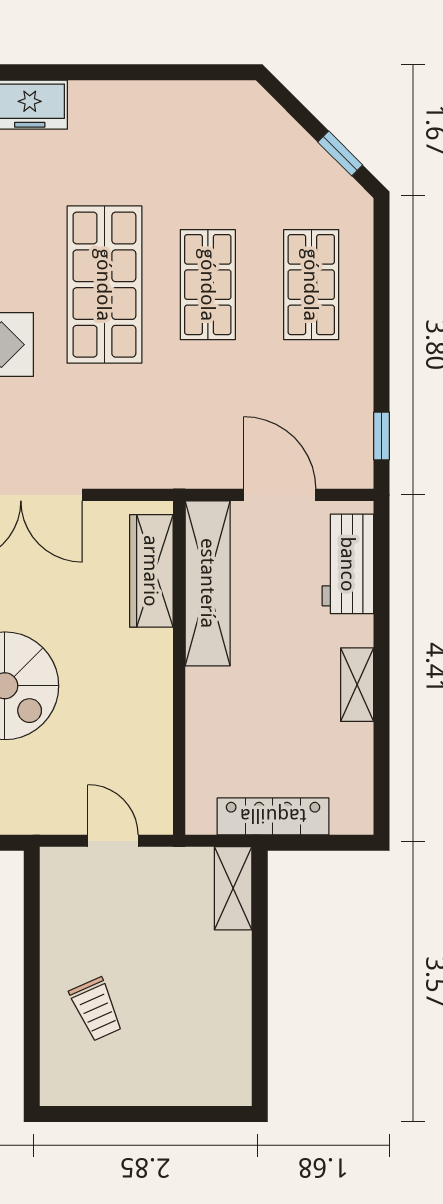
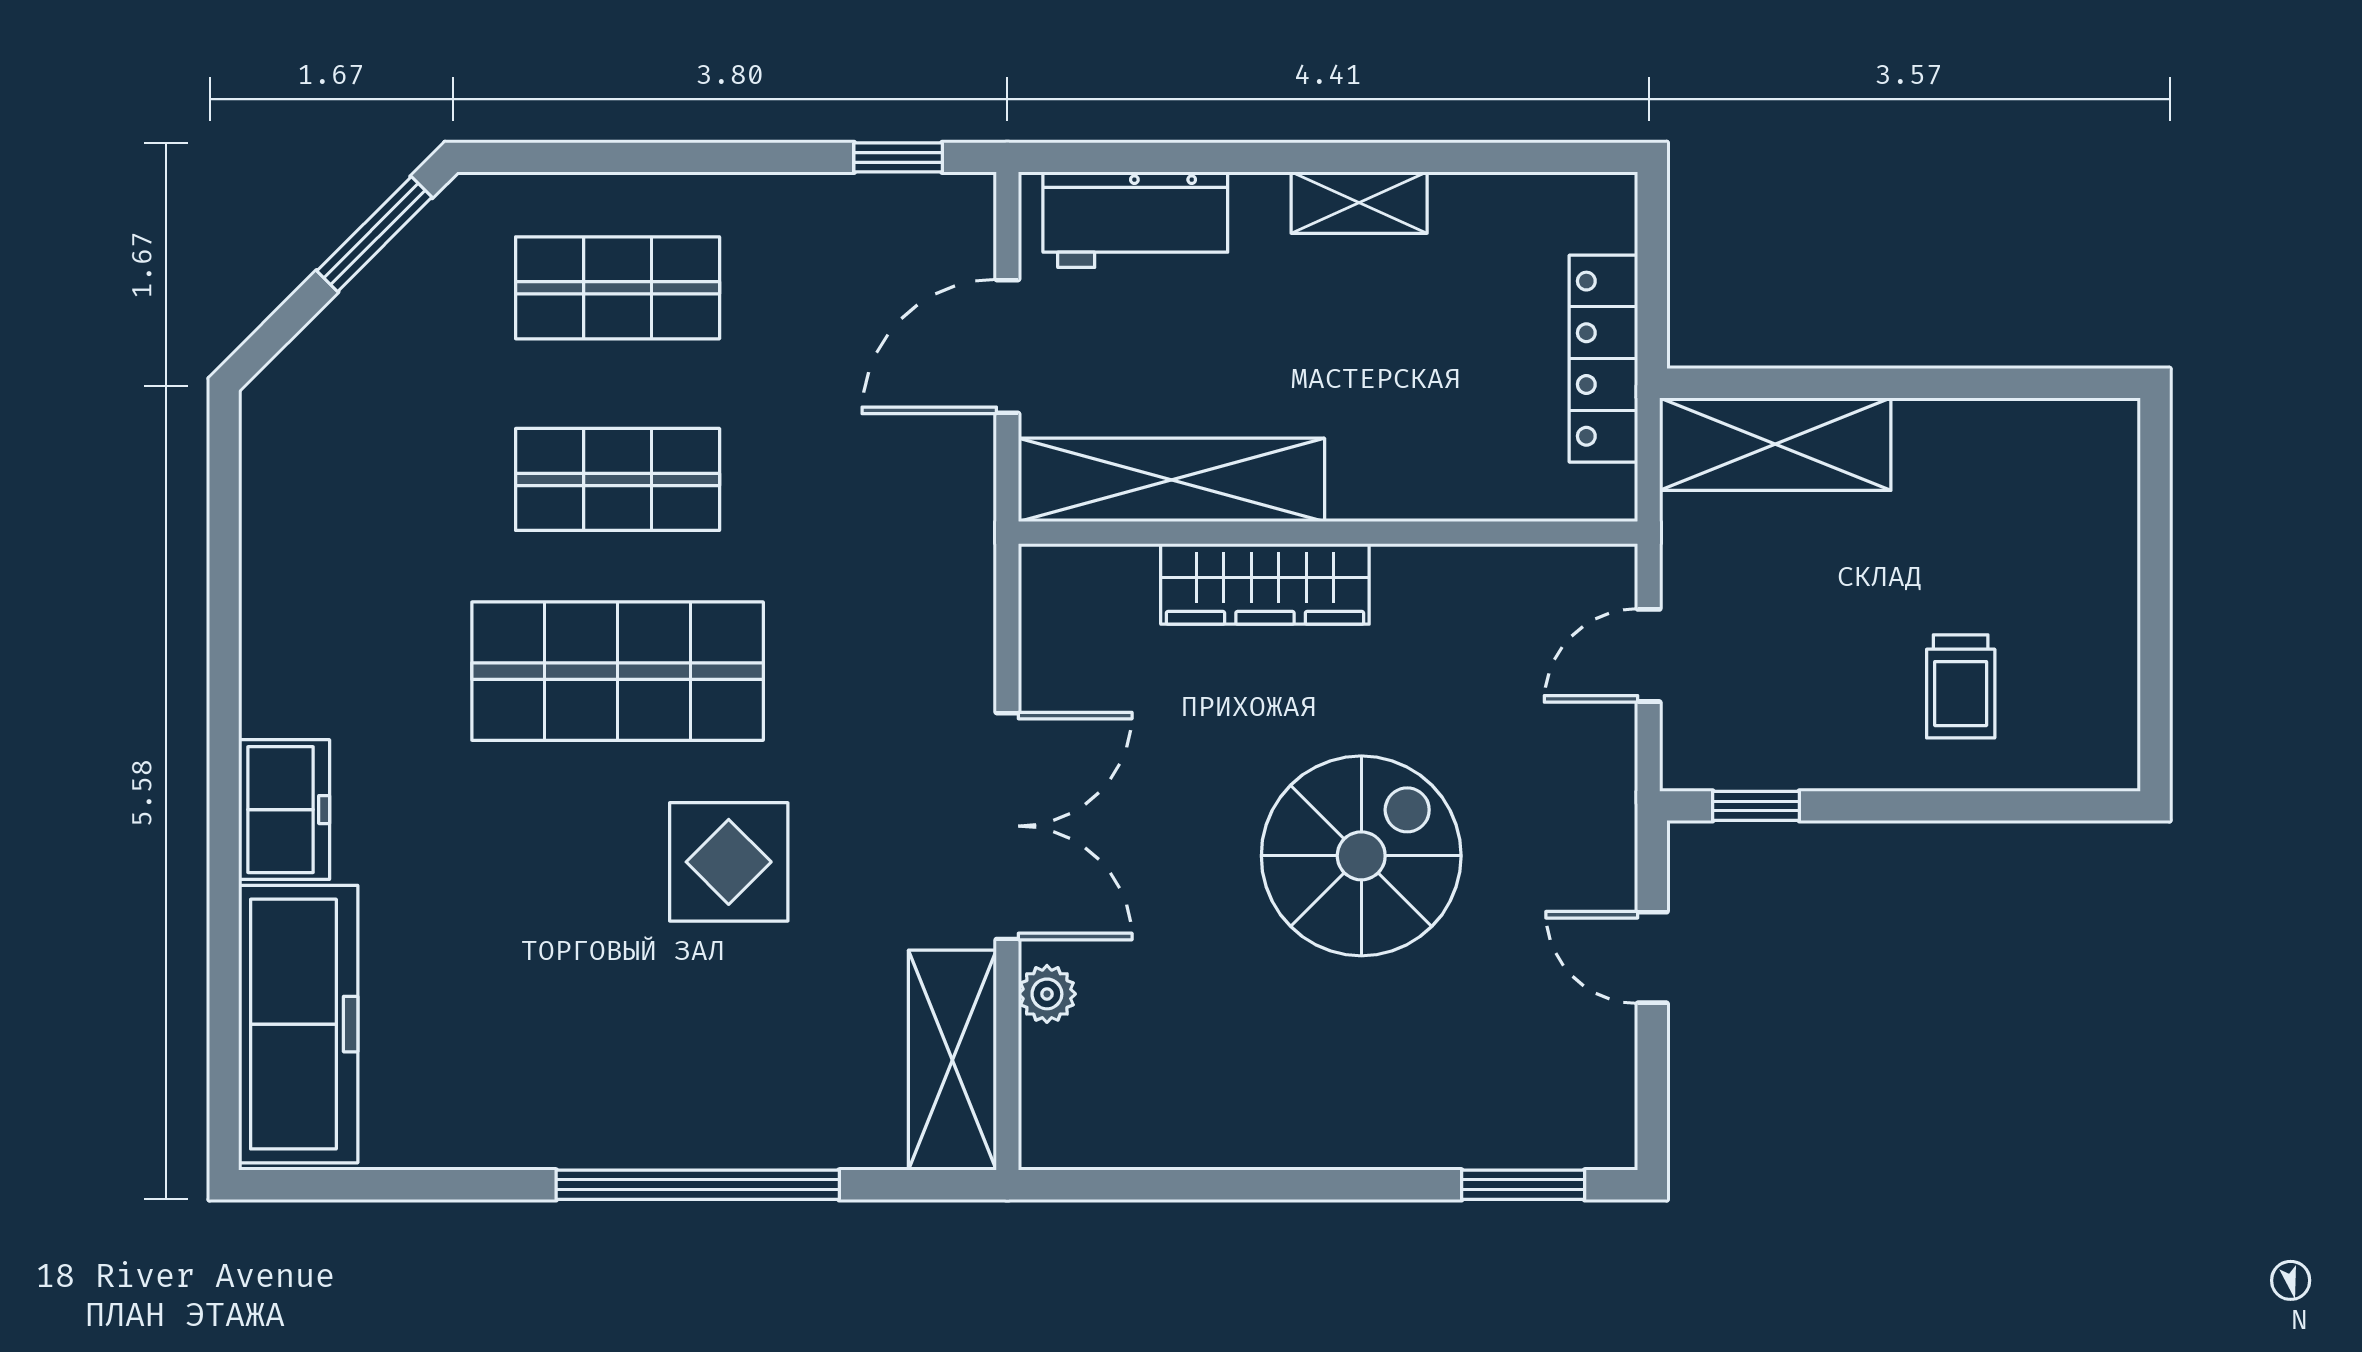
window: (340, 153) -> (374, 234), width x1.50
wardrobe: (151, 571) -> (1265, 584), moved
shelving: (233, 888) -> (1775, 444), width x1.50, depth x1.33
window: (32, 899) -> (1756, 806), added
trolley: (96, 1009) -> (1961, 686), turned 114

